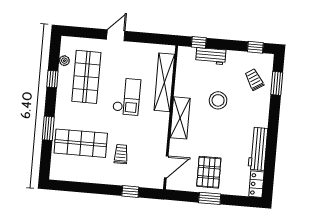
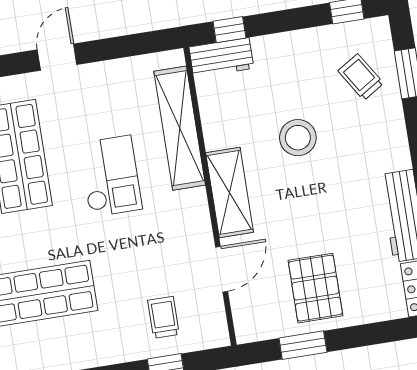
workbench: (211, 56) -> (221, 58), moved
trolley: (121, 154) -> (164, 317), moved
door: (166, 167) -> (222, 269), moved
window: (210, 198) -> (303, 345), moved

